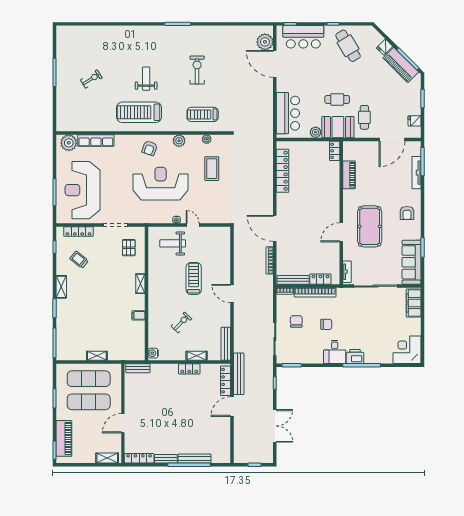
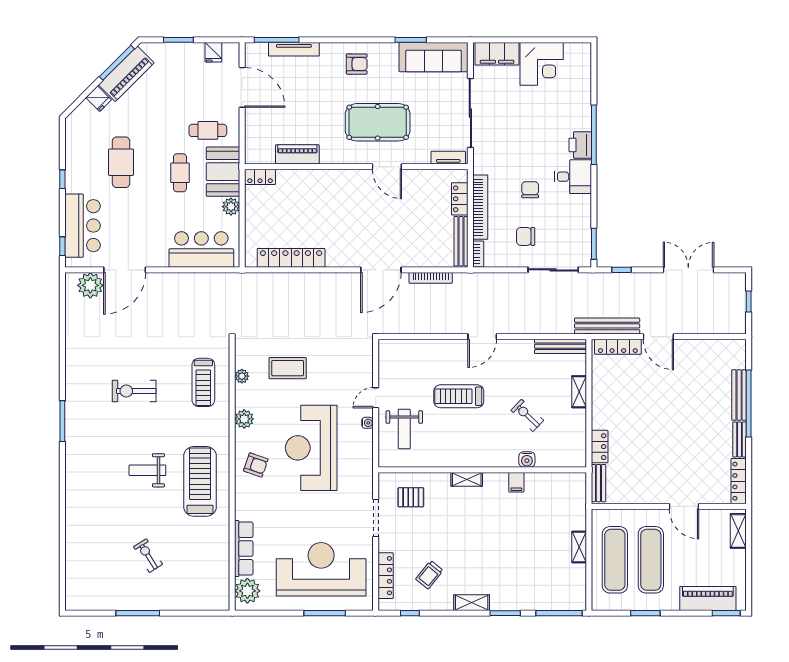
cafe table: (348, 46) -> (121, 162), moved, turned -59
treadmill: (139, 112) -> (200, 481), turned 180
reception desk: (82, 190) -> (321, 569), turned 180
corner desk: (407, 350) -> (542, 64), moved, turned -90
water cooler: (153, 353) -> (527, 459), moved
locker: (189, 369) -> (600, 447), moved

